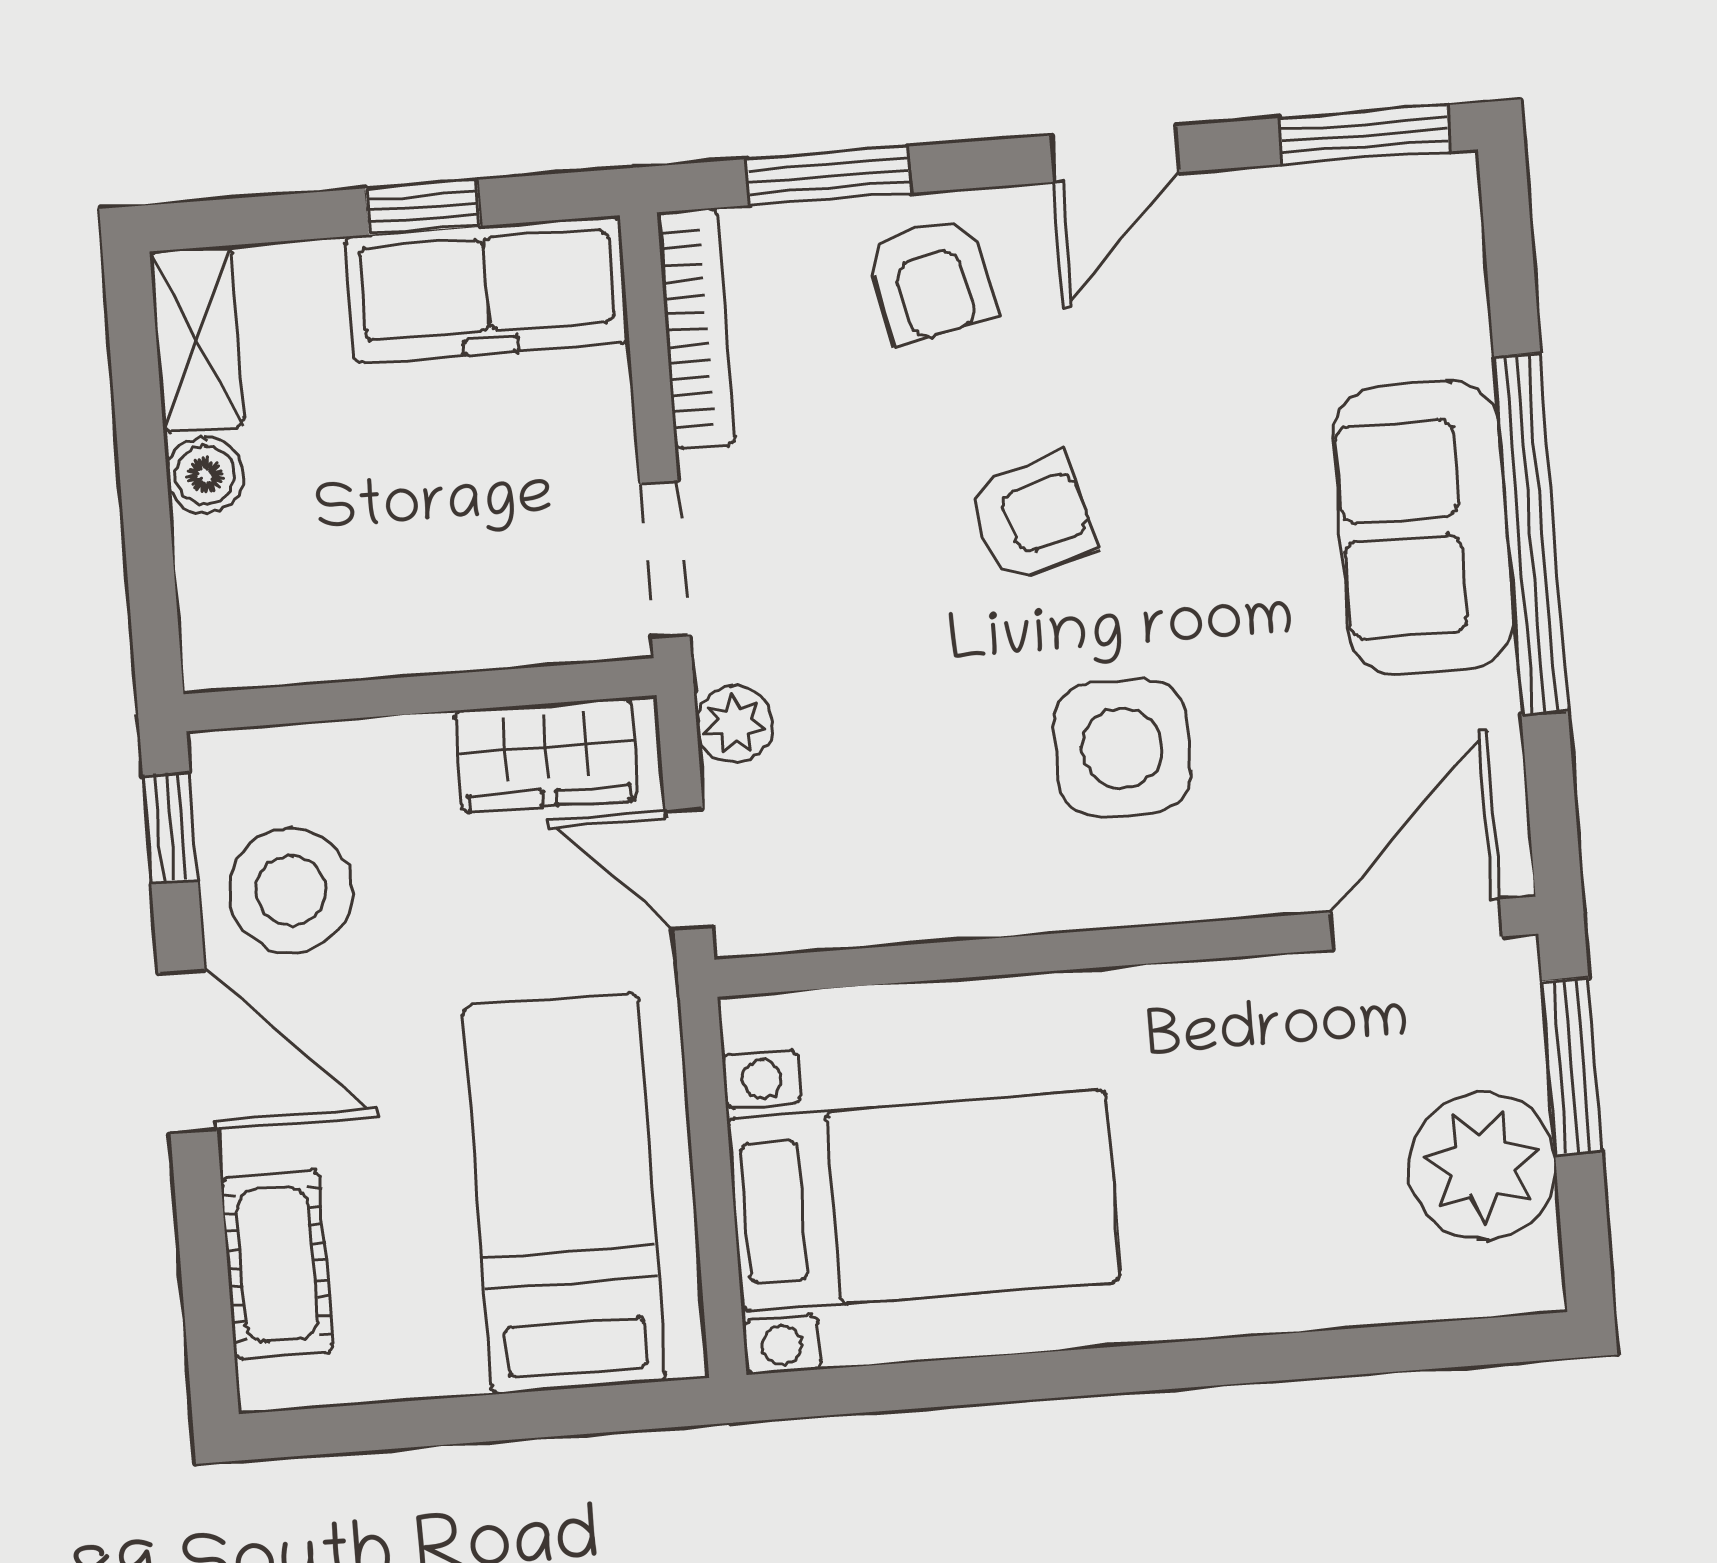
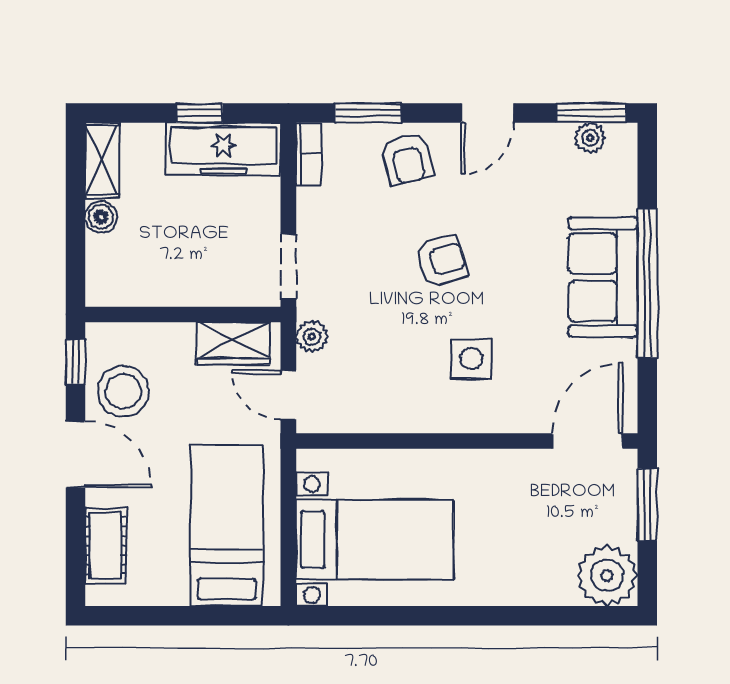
plant: (1367, 195) -> (590, 138), added
bookcase: (696, 328) -> (309, 154), width x0.64
side table: (1122, 748) -> (471, 359), width x0.73, depth x0.73
plant: (1482, 1166) -> (607, 576), moved

